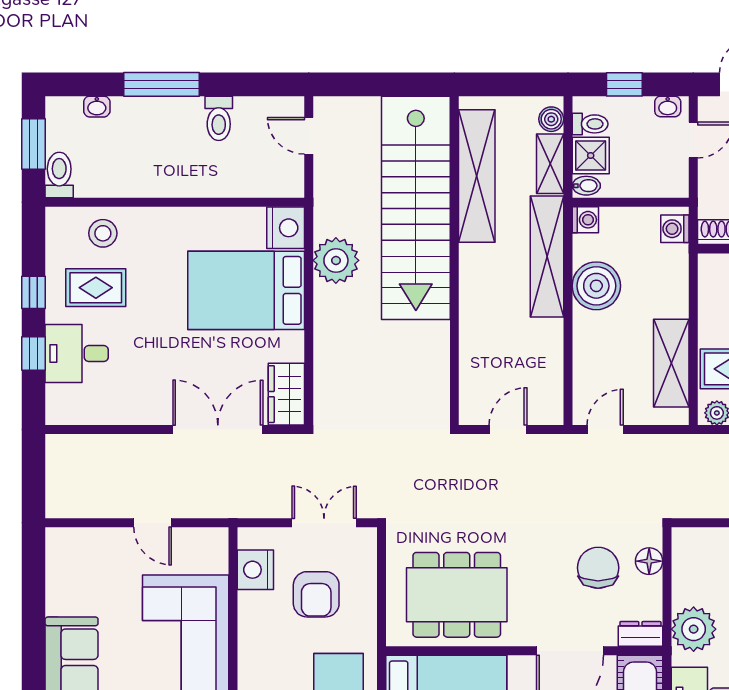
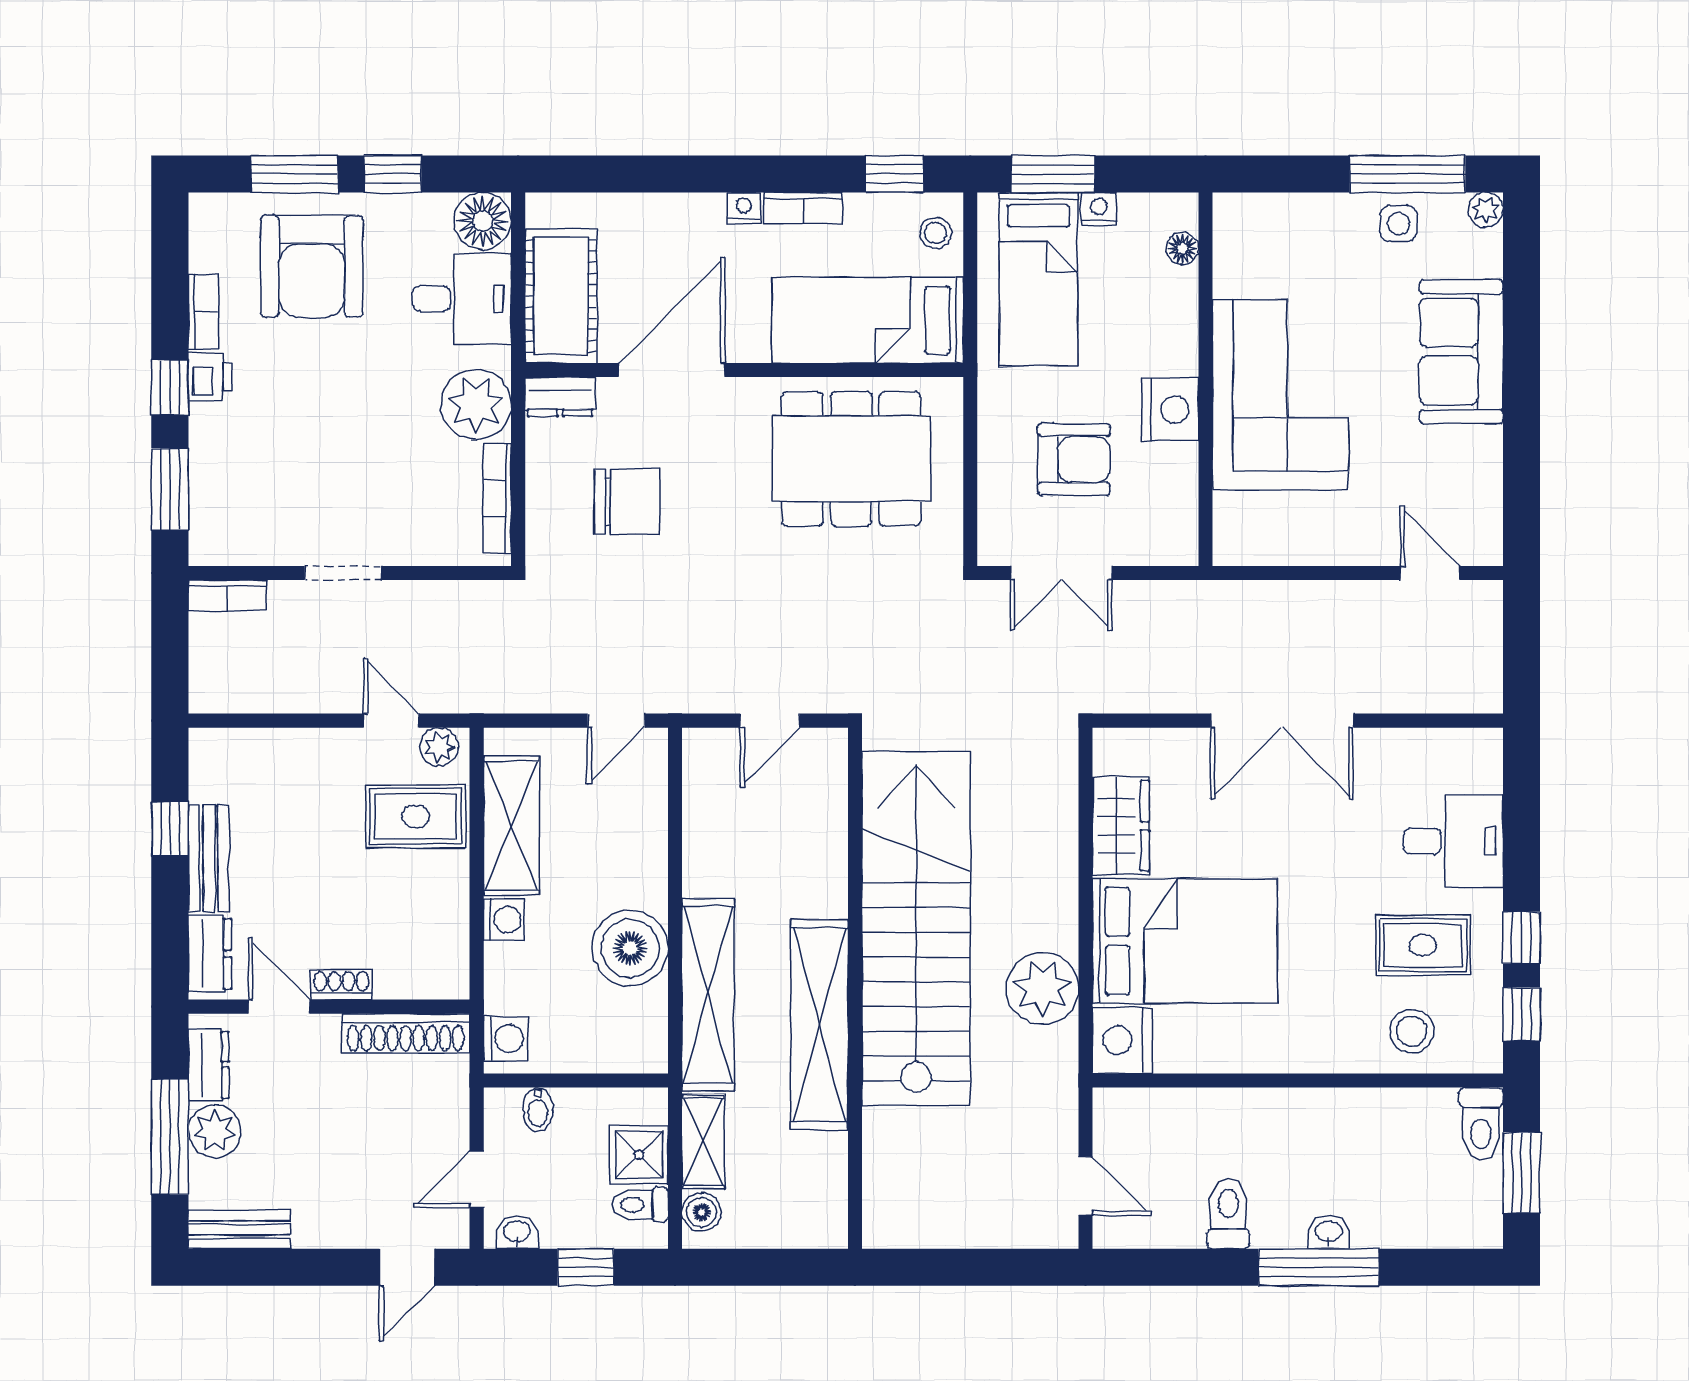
washbasin: (97, 107) -> (1329, 1232), moved
shelving: (477, 176) -> (819, 1025), moved
bidet: (586, 186) -> (538, 1109), moved, turned -90
stairs: (416, 208) -> (916, 928), moved
washing machine: (585, 220) -> (504, 920), moved, turned 180
window: (34, 354) -> (1522, 1014), moved
wardrobe: (286, 394) -> (1121, 826), moved
double door: (218, 429) -> (1282, 721), moved
door: (153, 523) -> (1430, 573), moved
floor lamp: (649, 561) -> (546, 512), removed
chair: (598, 568) -> (627, 502), turned -90
nightstand: (255, 570) -> (1170, 409), moved
bookcase: (680, 570) -> (497, 498), added
armchair: (316, 594) -> (1074, 459), turned 90

